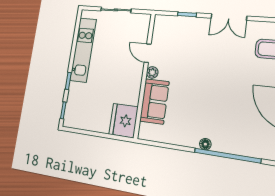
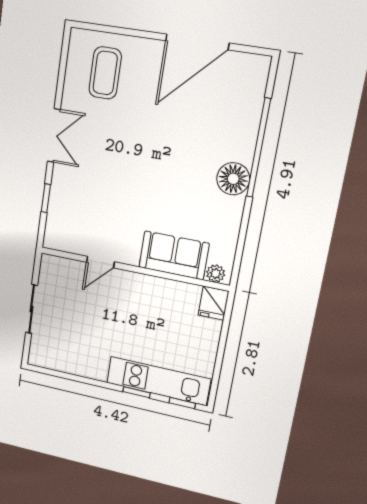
kitchen unit: (83, 50) -> (158, 381), moved
plant: (152, 72) -> (216, 273), moved
fridge: (123, 121) -> (213, 303), width x0.53, depth x0.75
floor lamp: (205, 144) -> (233, 179), width x1.89, depth x1.89

